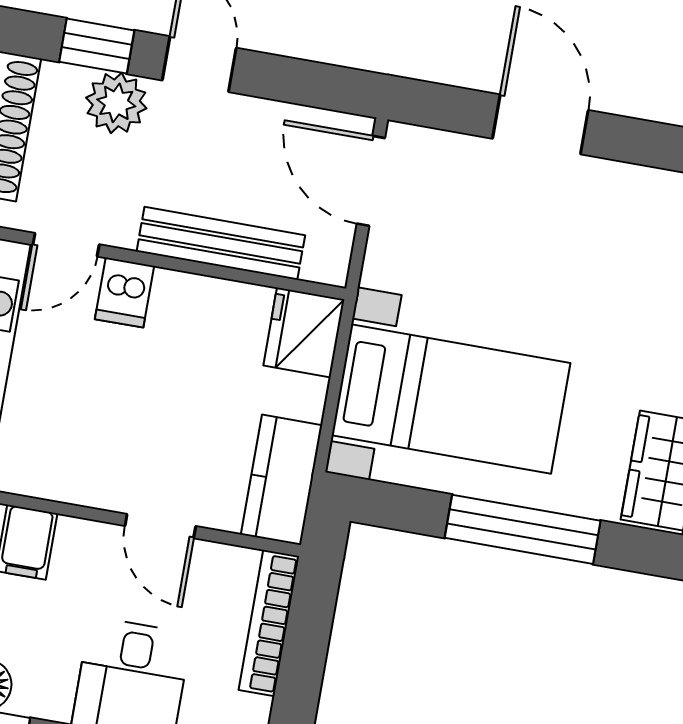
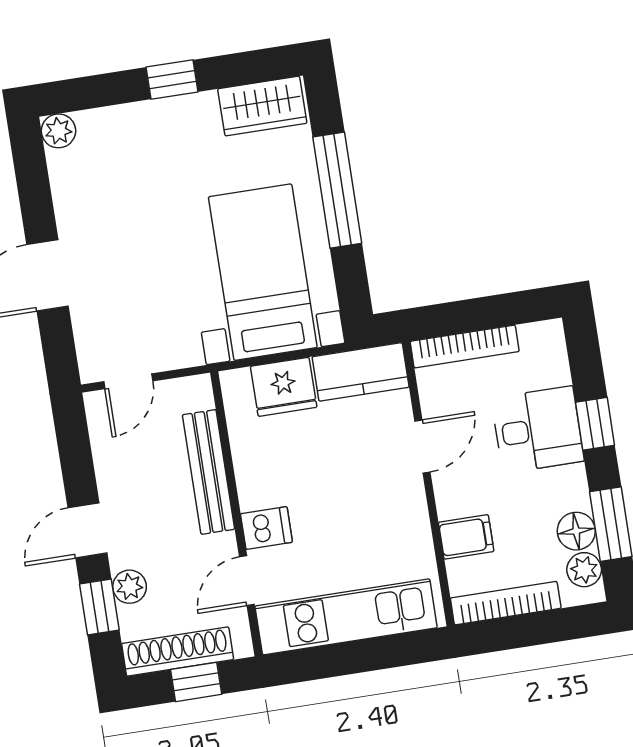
plant: (116, 103) -> (130, 587), width x0.73, depth x0.73
door: (371, 181) -> (128, 381), width x0.73
door: (66, 245) -> (247, 581), swing flipped
fridge: (304, 333) -> (284, 387), moved

